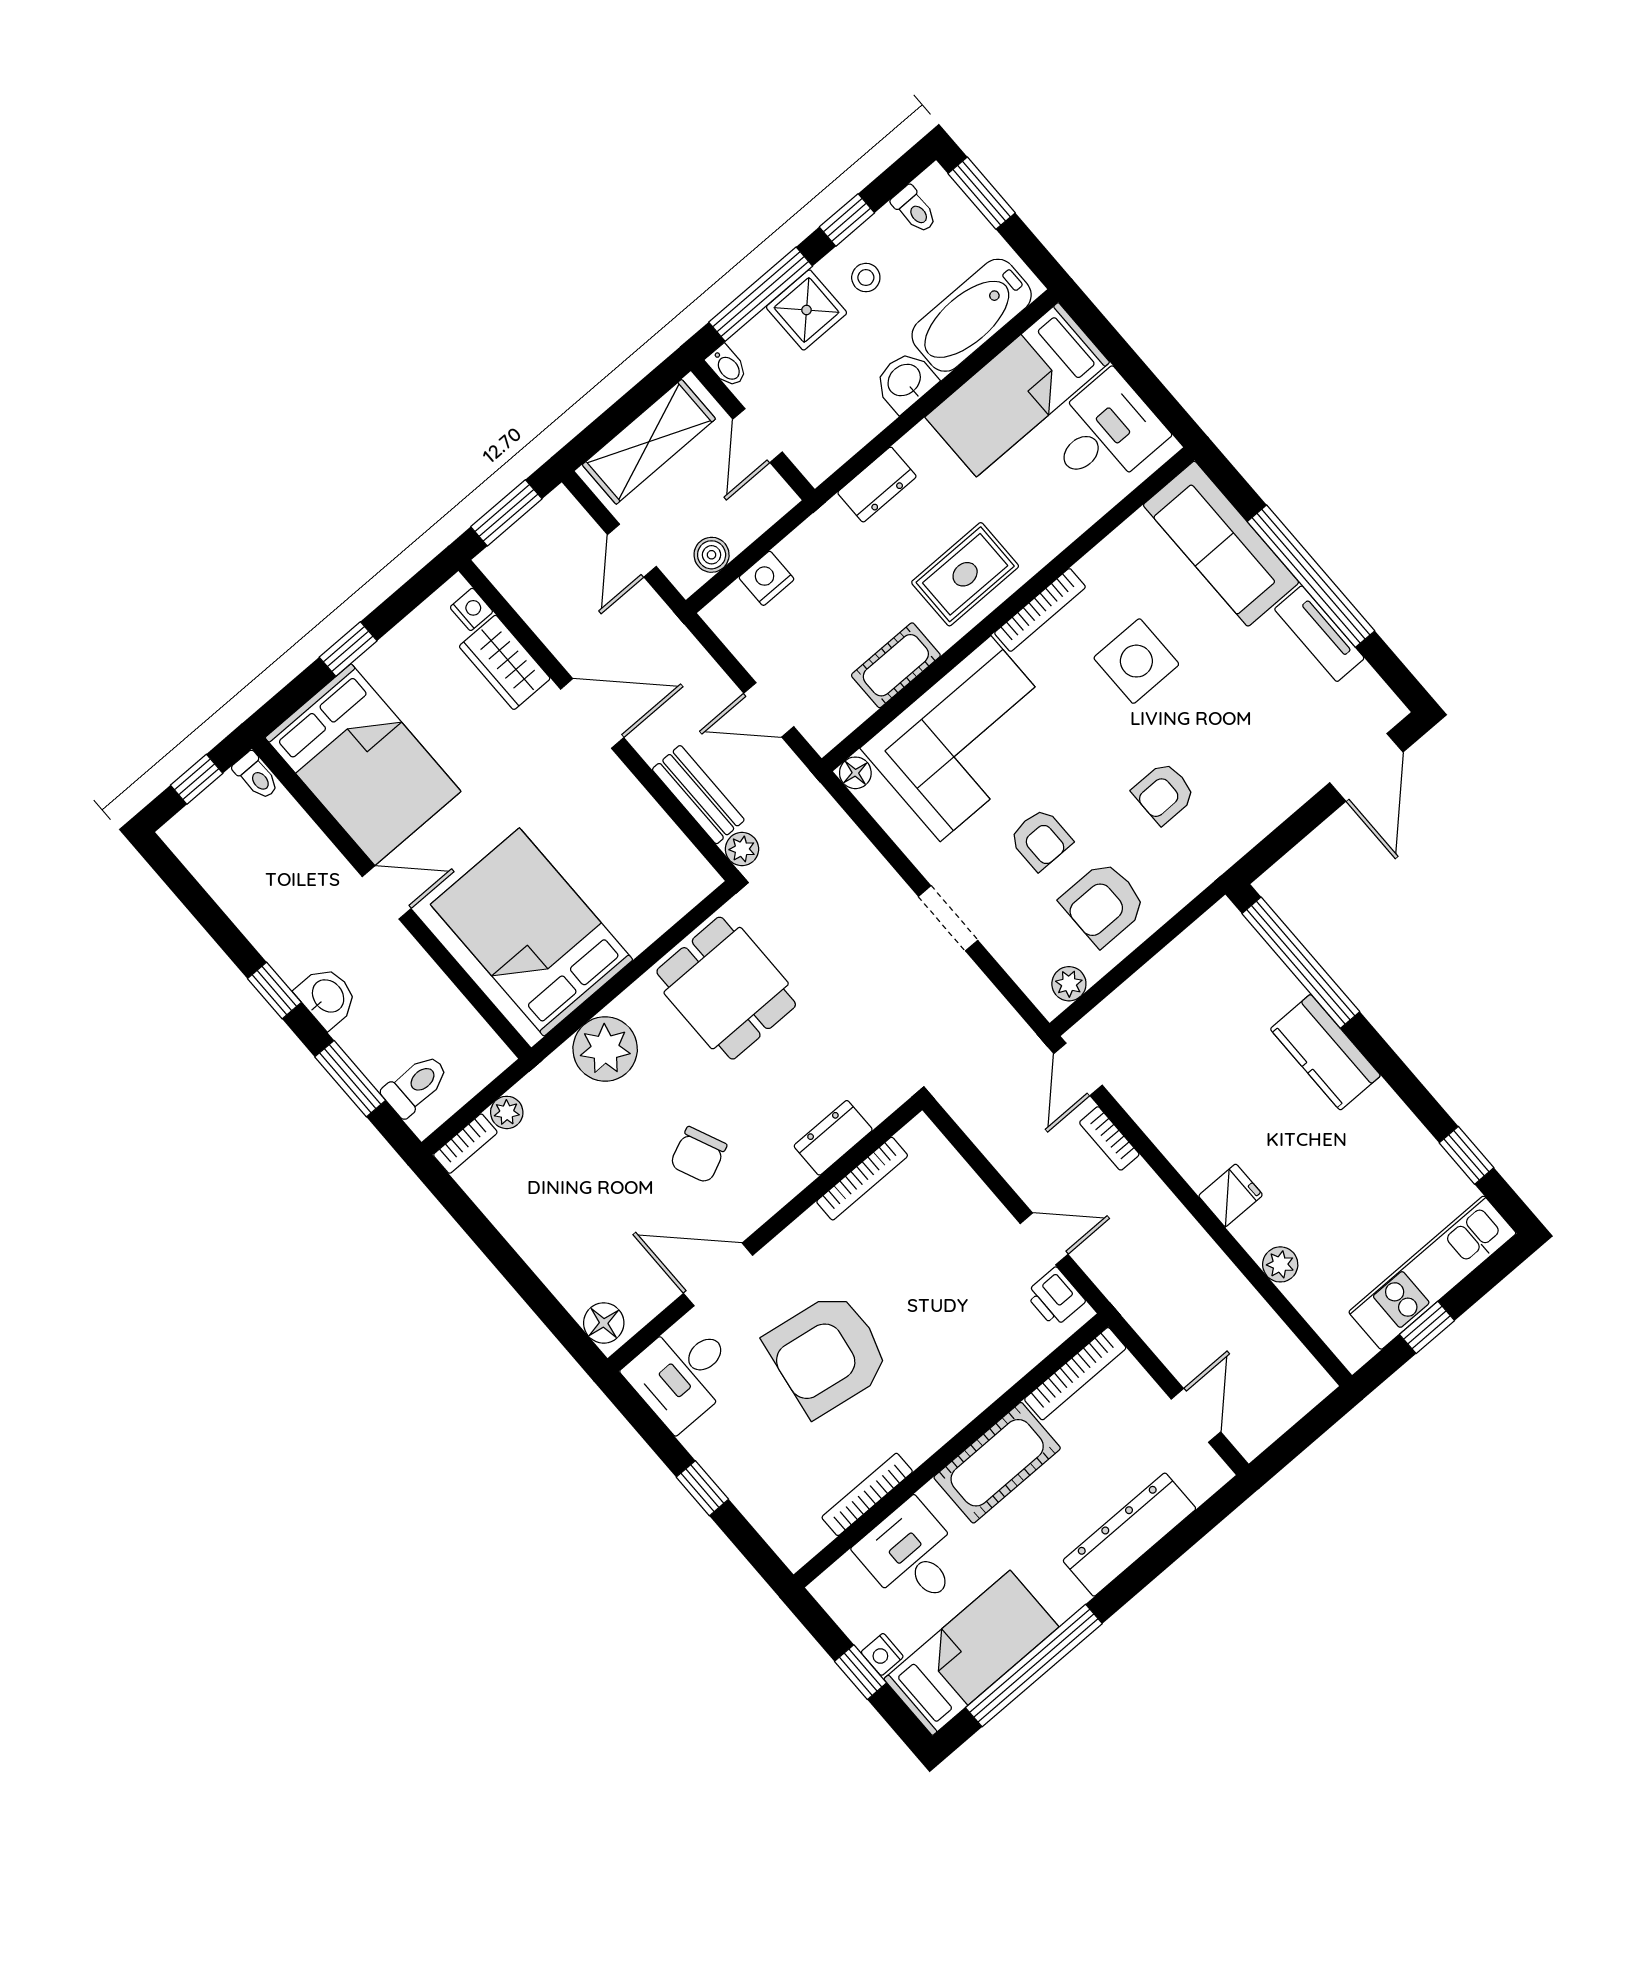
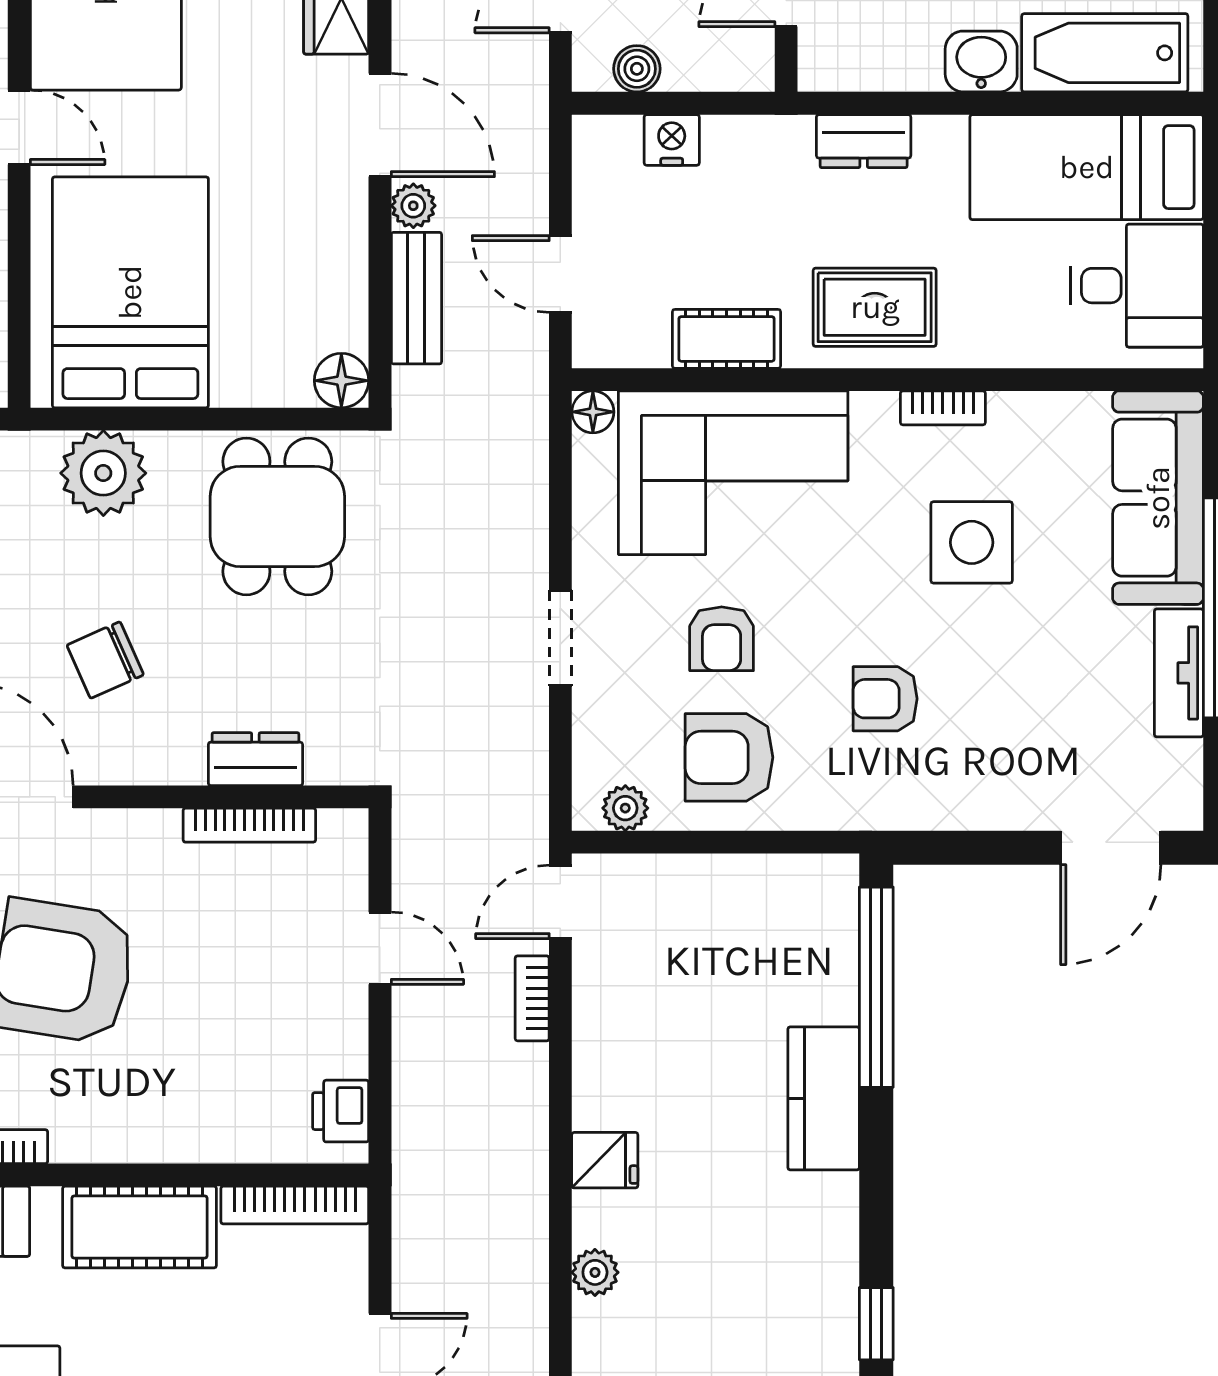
bookcase: (1040, 610) -> (943, 408), width x0.64
plant: (742, 849) -> (413, 206), moved
floor lamp: (696, 879) -> (341, 381), added
door: (1044, 1239) -> (380, 948), moved

